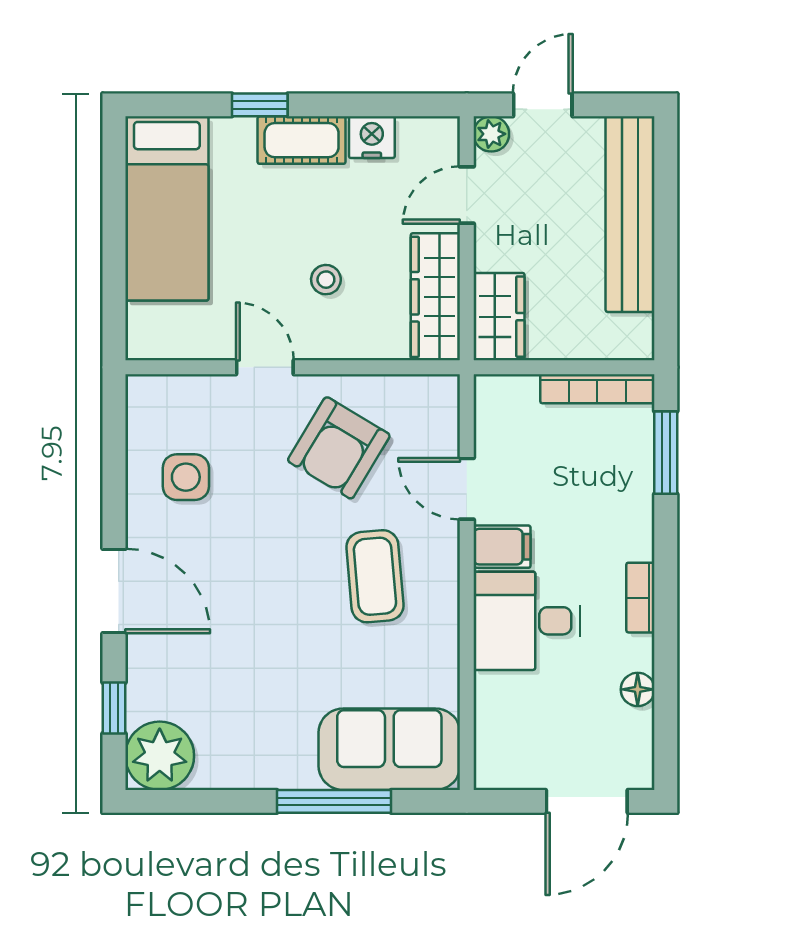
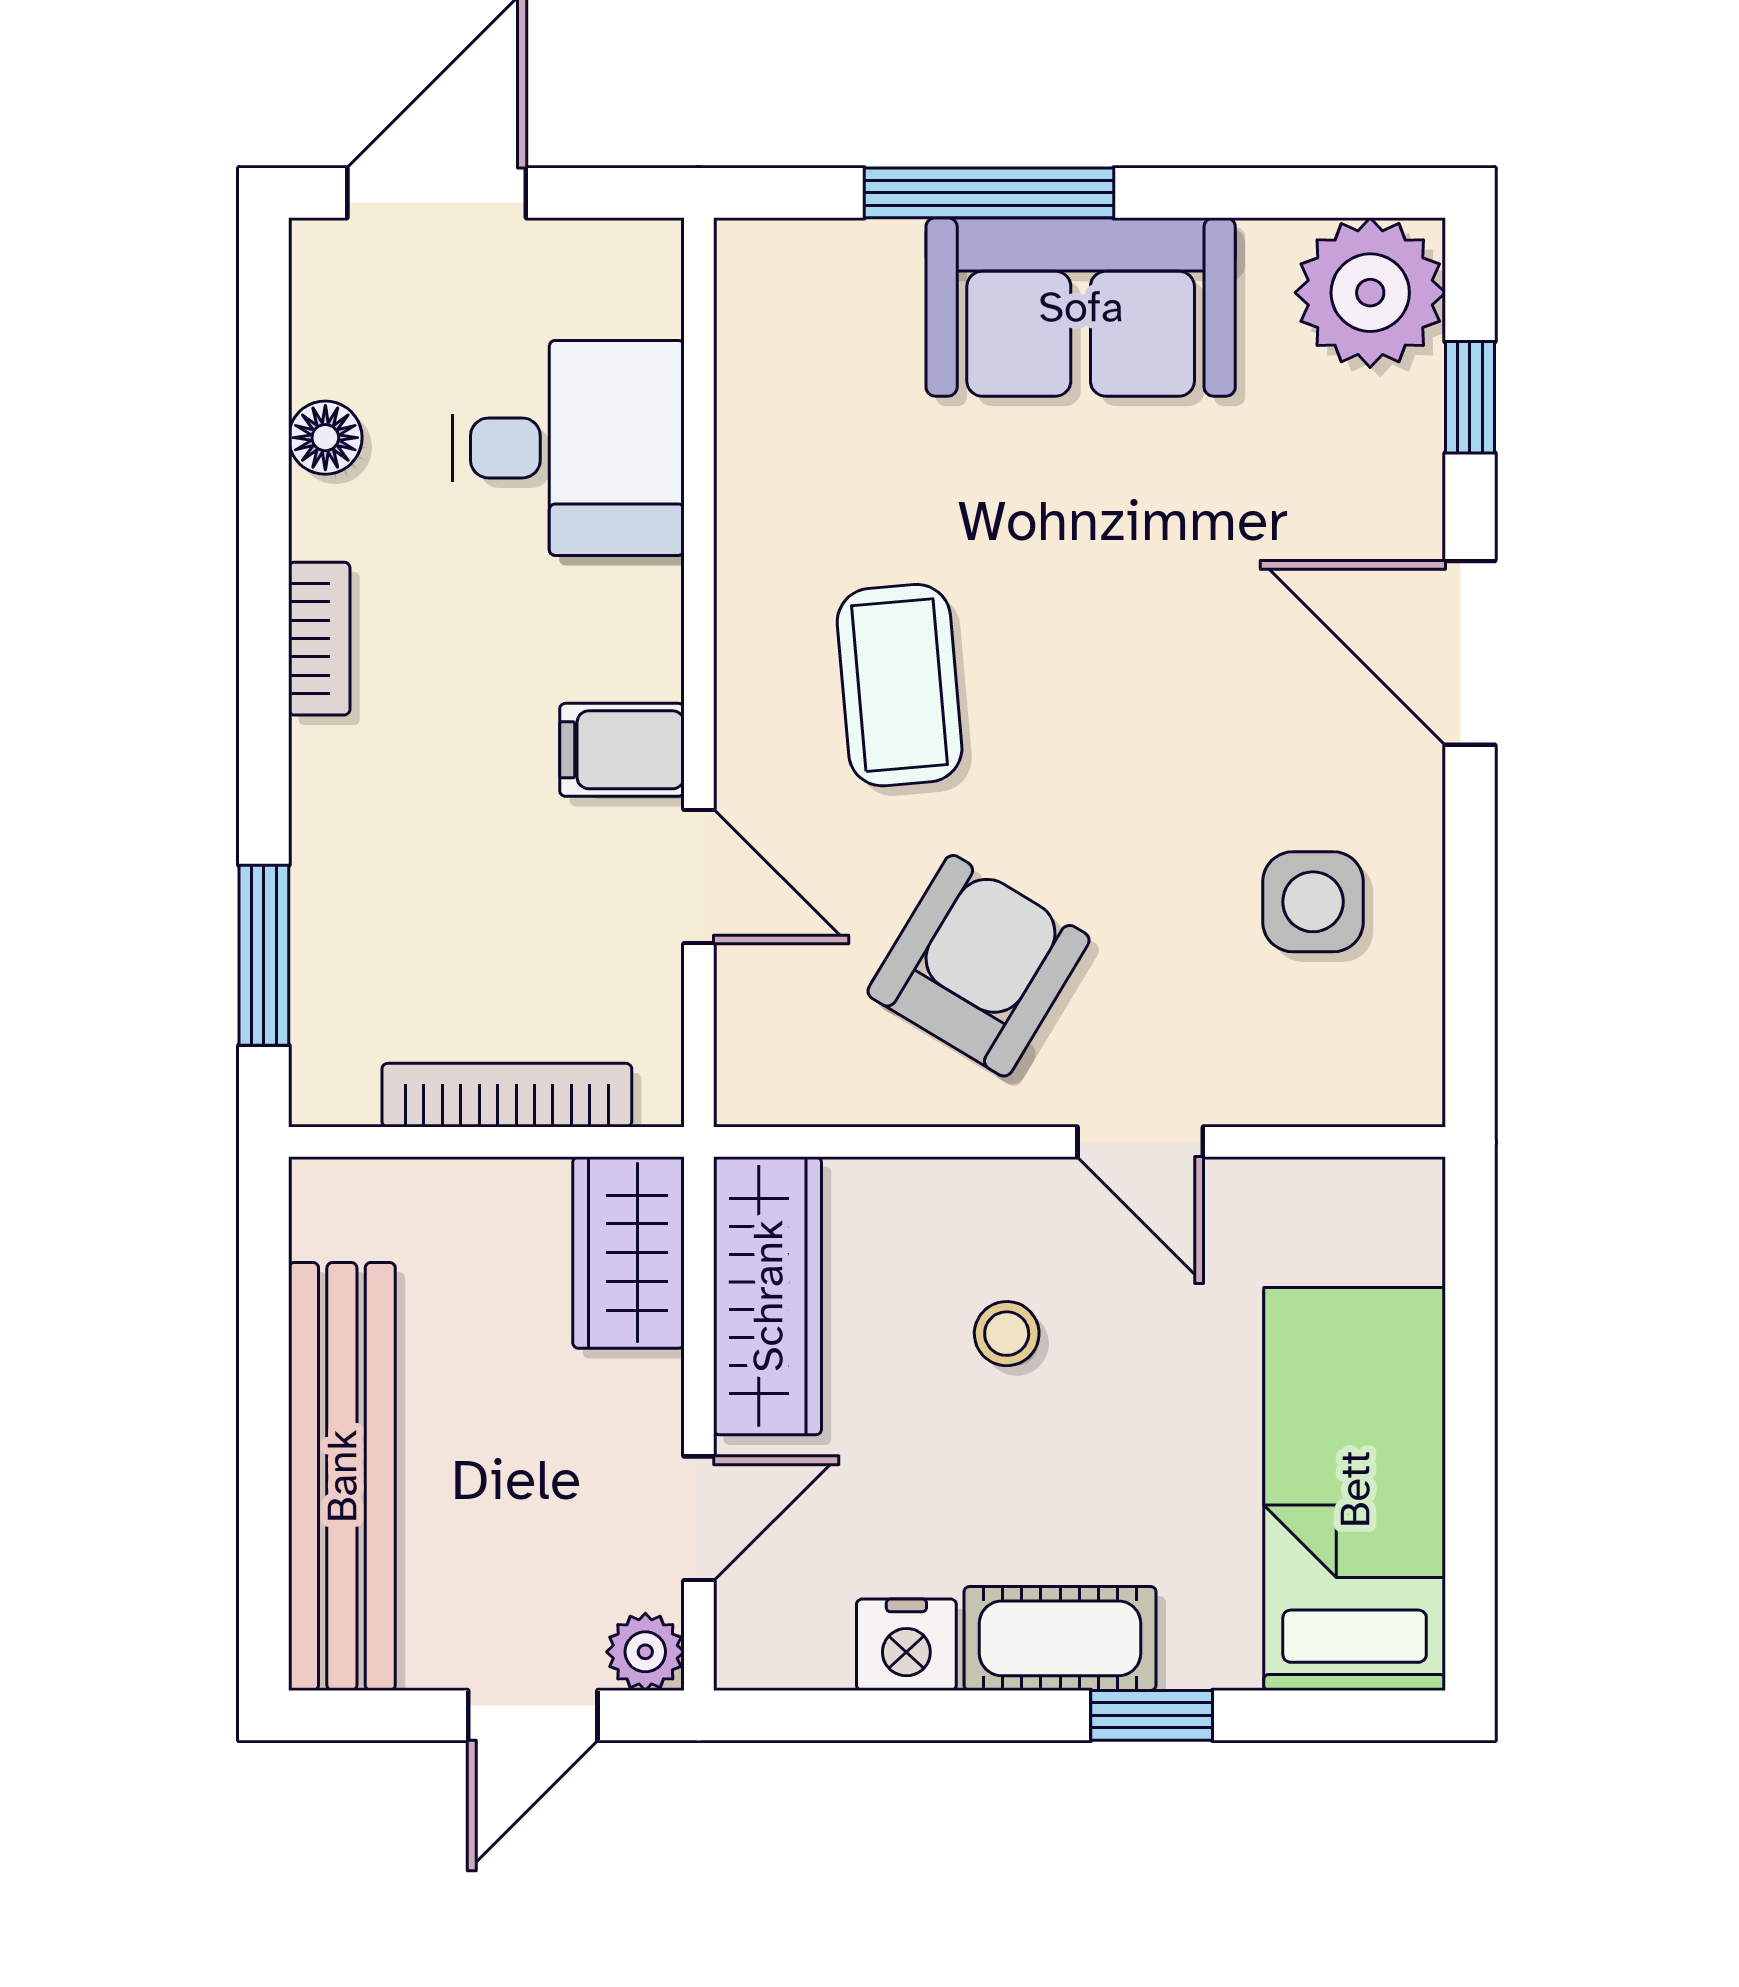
bookcase: (597, 389) -> (507, 1095), moved
desk: (527, 621) -> (568, 448), moved
sofa: (389, 749) -> (1081, 307), moved

